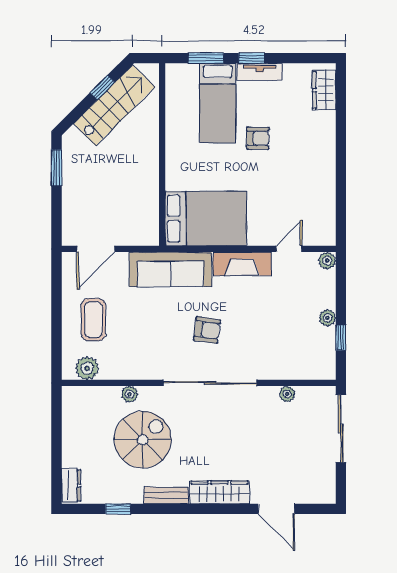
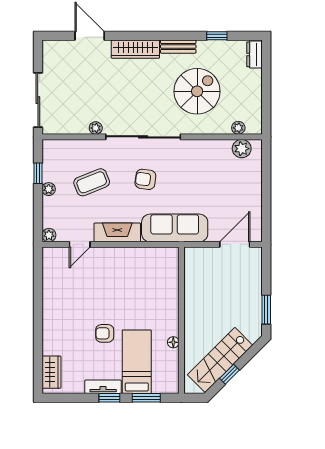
floor lamp: (172, 127) -> (173, 342), added
bed: (206, 219) -> (146, 269), removed
coffee table: (93, 320) -> (92, 182), moved, turned 68
plant: (130, 394) -> (238, 128), moved
plant: (287, 394) -> (96, 128), moved
spiral stairs: (143, 440) -> (197, 91), turned 180

